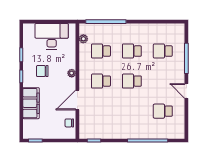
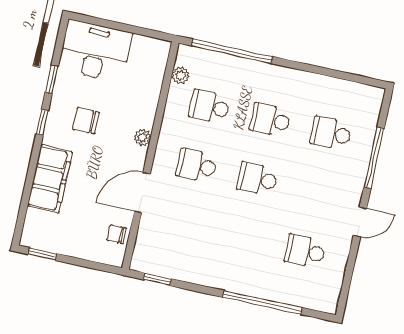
desk: (52, 36) -> (95, 51), moved
door: (186, 91) -> (360, 222), swing flipped

